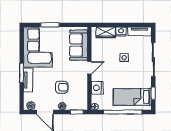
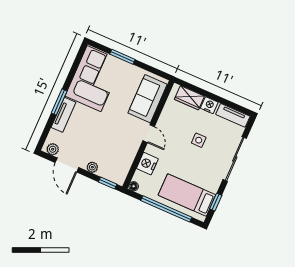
door: (89, 68) -> (149, 134), hinge flipped
armchair: (62, 87) -> (102, 143), removed

